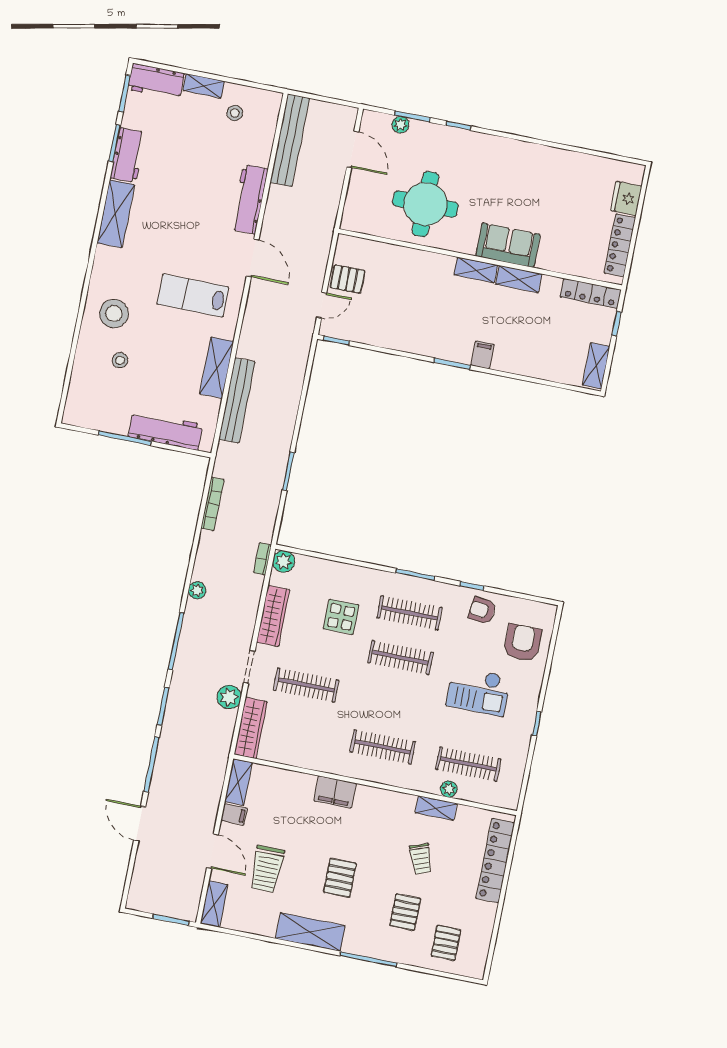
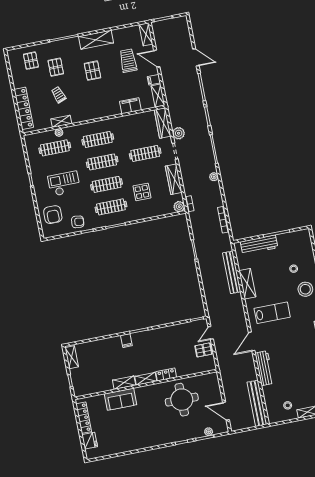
sofa: (508, 245) -> (120, 399), moved
door: (253, 258) -> (252, 342), hinge flipped
locker: (591, 293) -> (166, 374), moved, width x0.66
clothes rail: (392, 702) -> (102, 162), added
filing cabinet: (335, 792) -> (130, 106), moved

